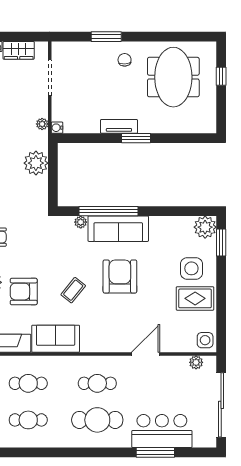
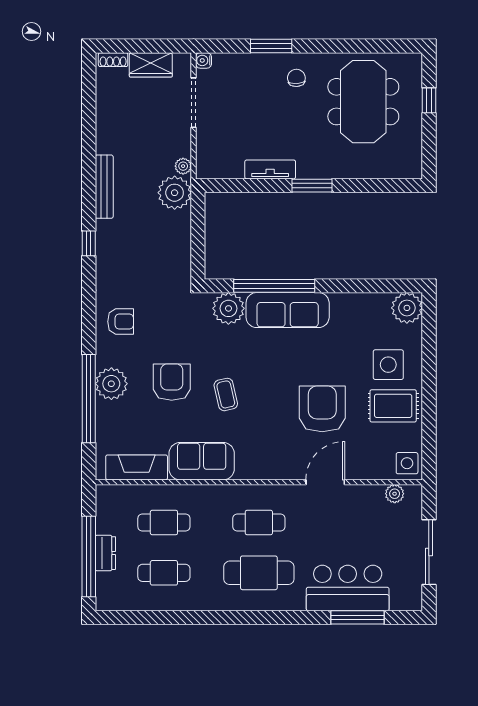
tv unit: (119, 126) -> (270, 169), moved
water cooler: (57, 128) -> (203, 60), moved
plant: (36, 163) -> (175, 193), moved
plant: (81, 222) -> (228, 308), width x1.87, depth x1.87
window: (221, 243) -> (429, 329), removed
armchair: (120, 276) -> (322, 409), moved
coffee table: (73, 290) -> (226, 394), turned -52
armchair: (24, 292) -> (172, 382), moved, turned 90
sliding door: (221, 405) -> (429, 552), width x0.73
window: (155, 452) -> (357, 617), moved

